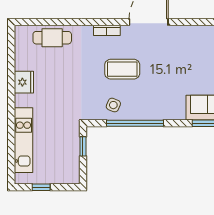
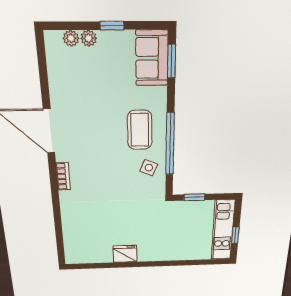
cafe table: (52, 38) -> (76, 230), removed
coffee table: (122, 69) -> (140, 130), moved
kitchen unit: (24, 140) -> (223, 230), moved, turned -90

